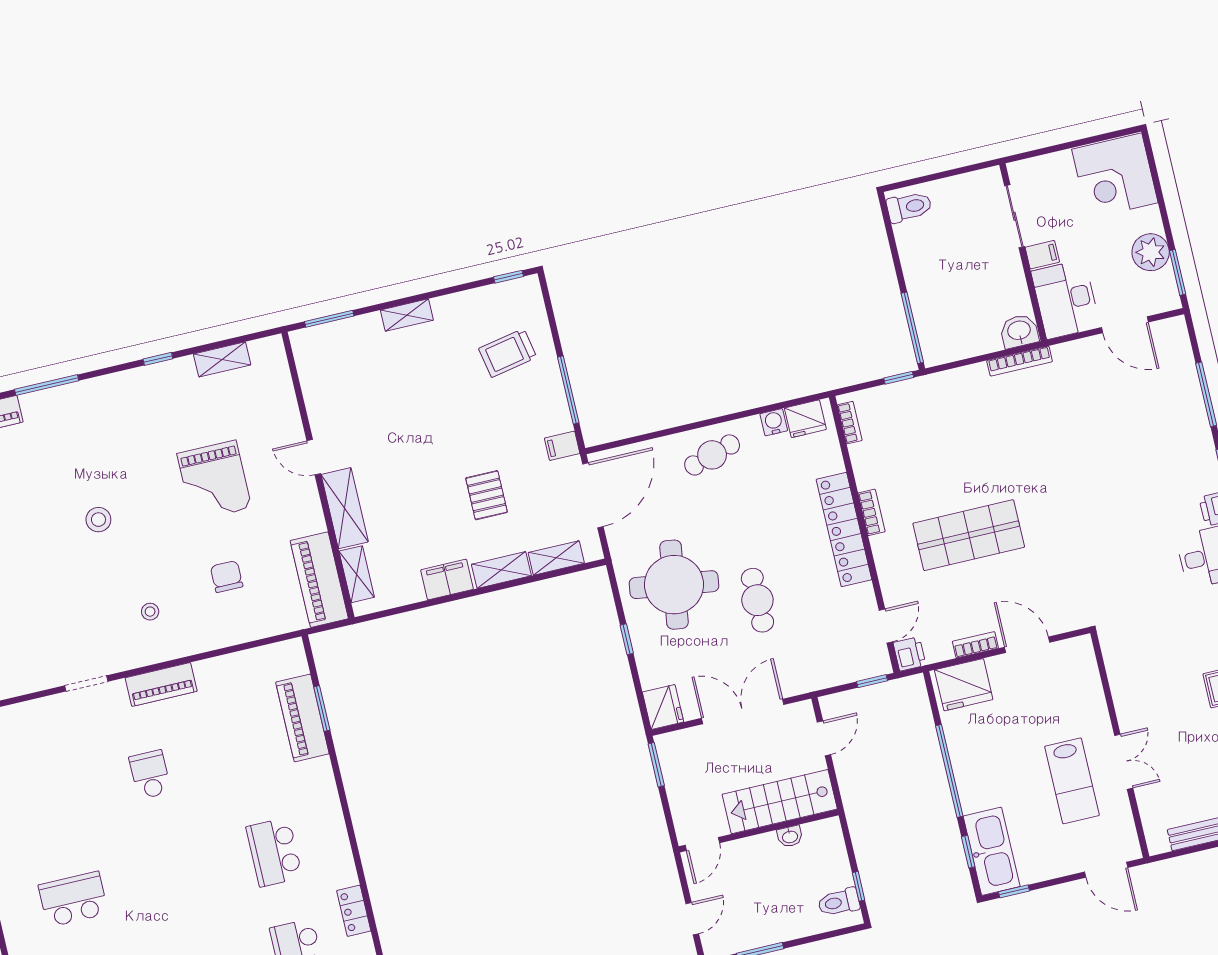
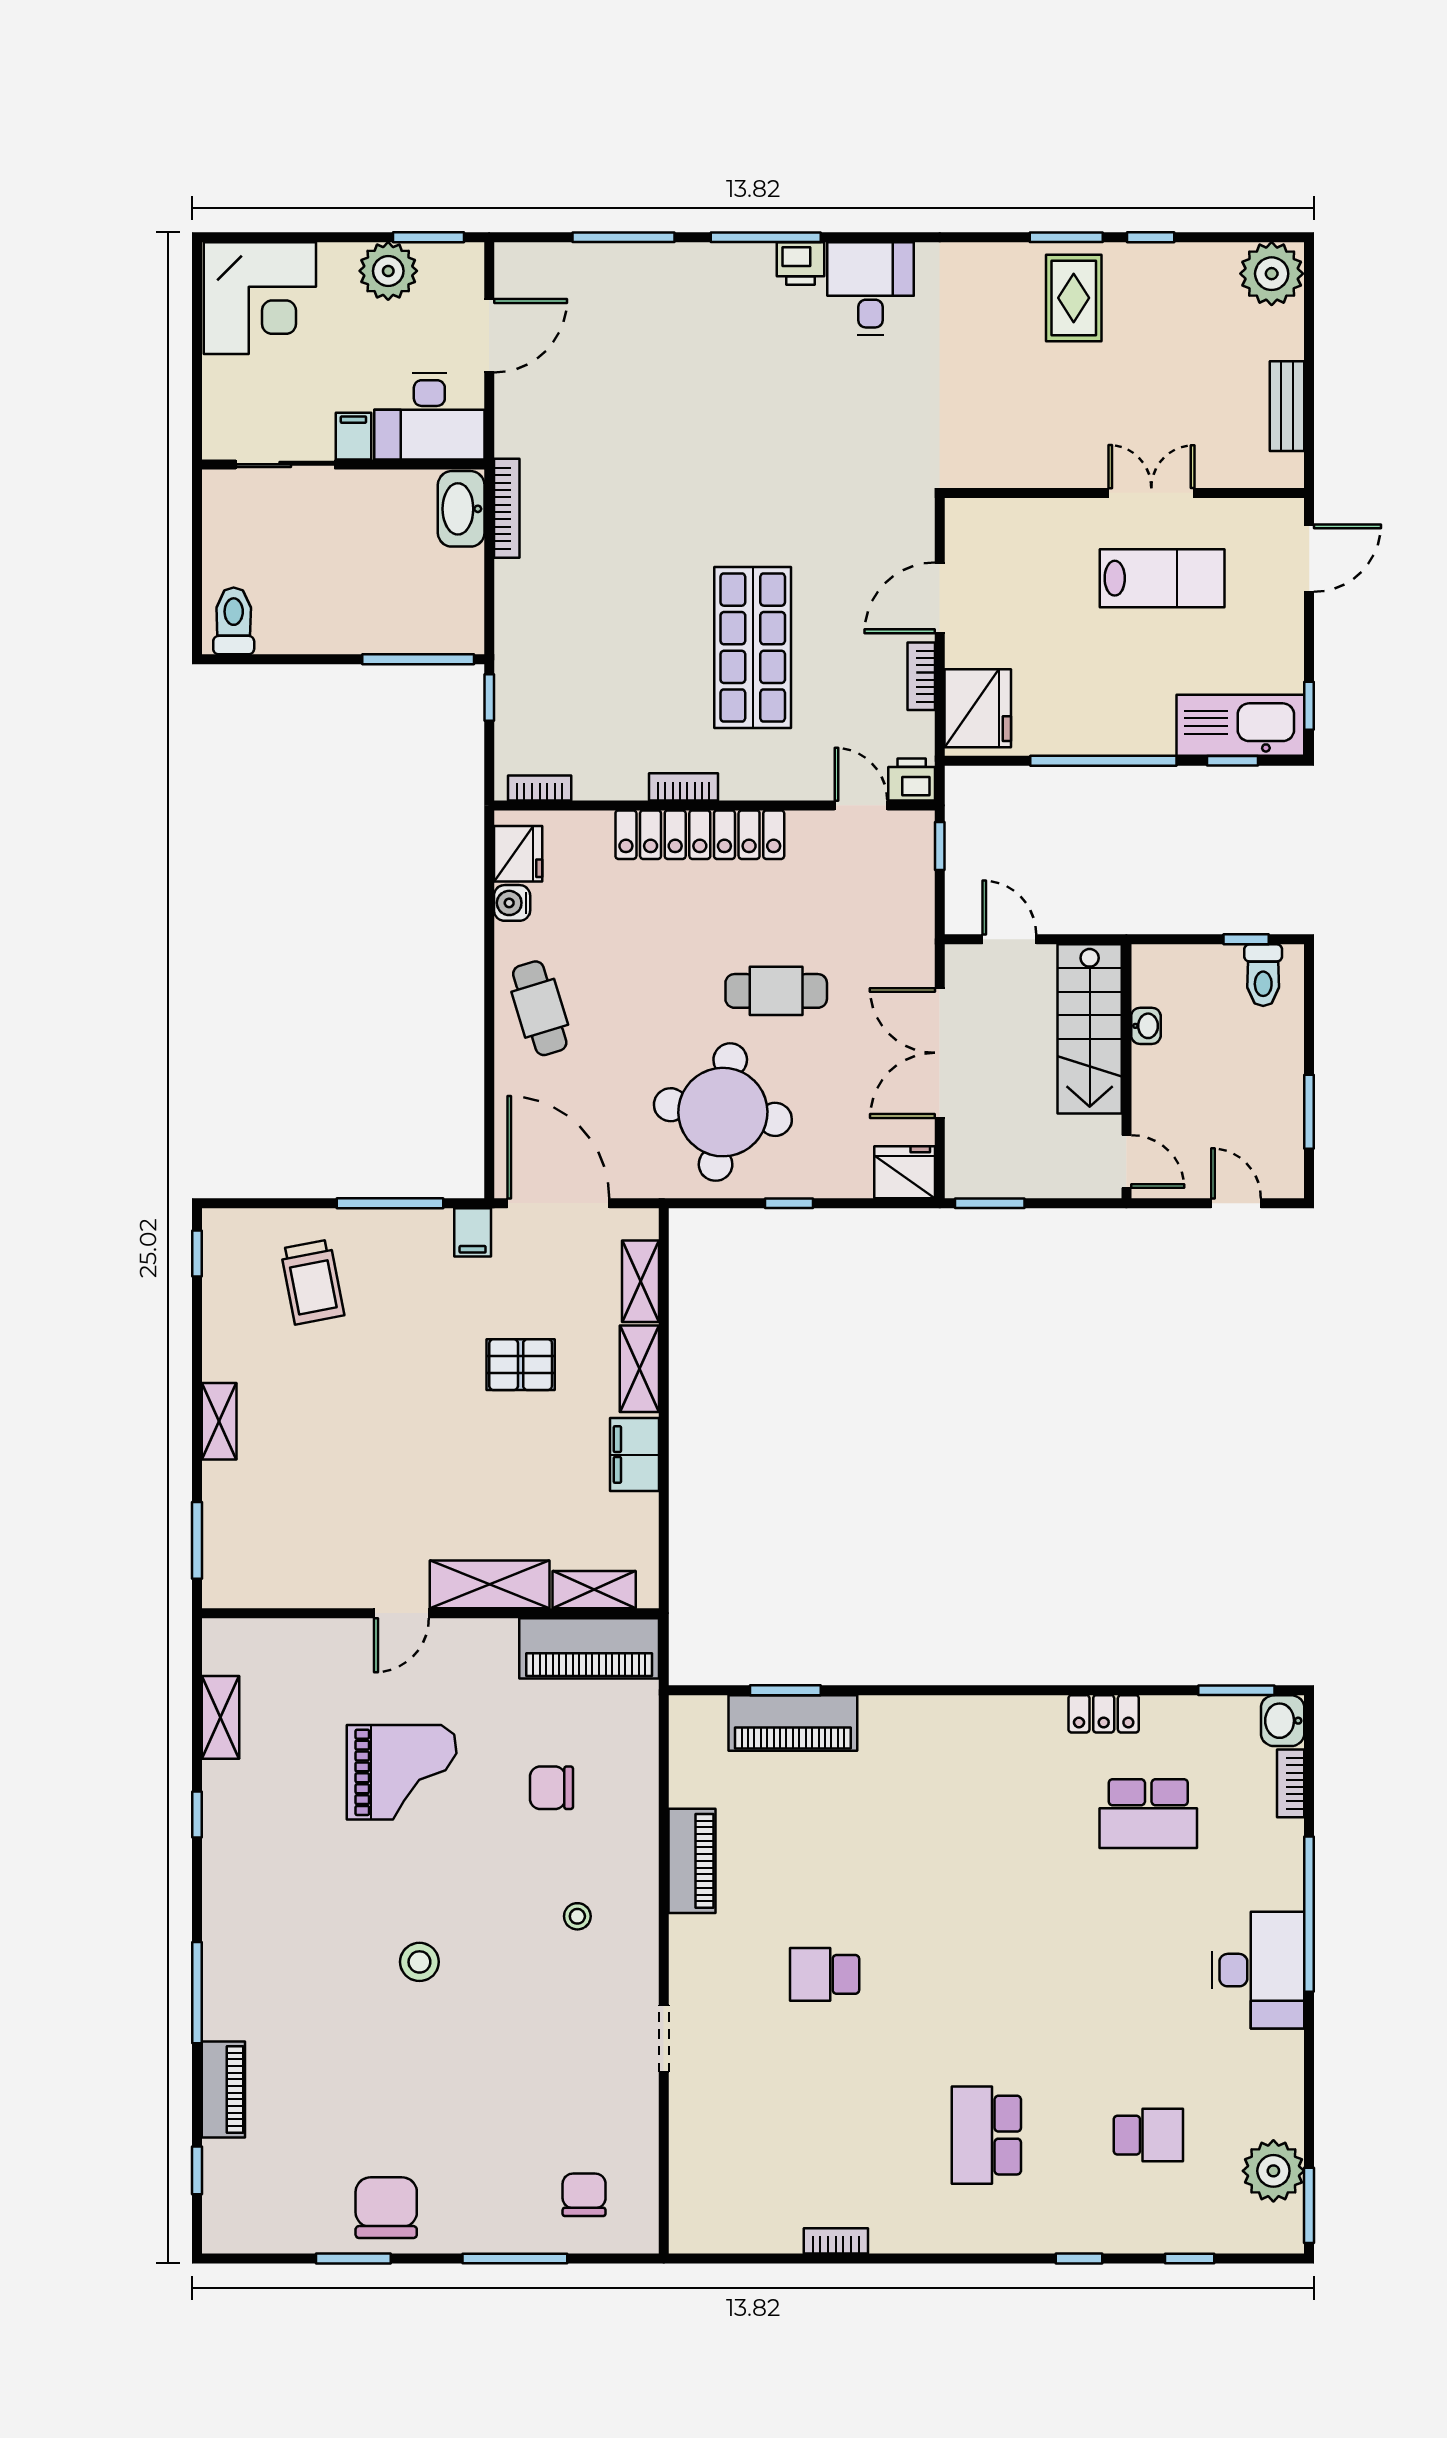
washbasin: (1019, 331) -> (461, 509), width x1.38
piano: (161, 684) -> (692, 1861), moved
school desk: (274, 852) -> (986, 1814), removed

